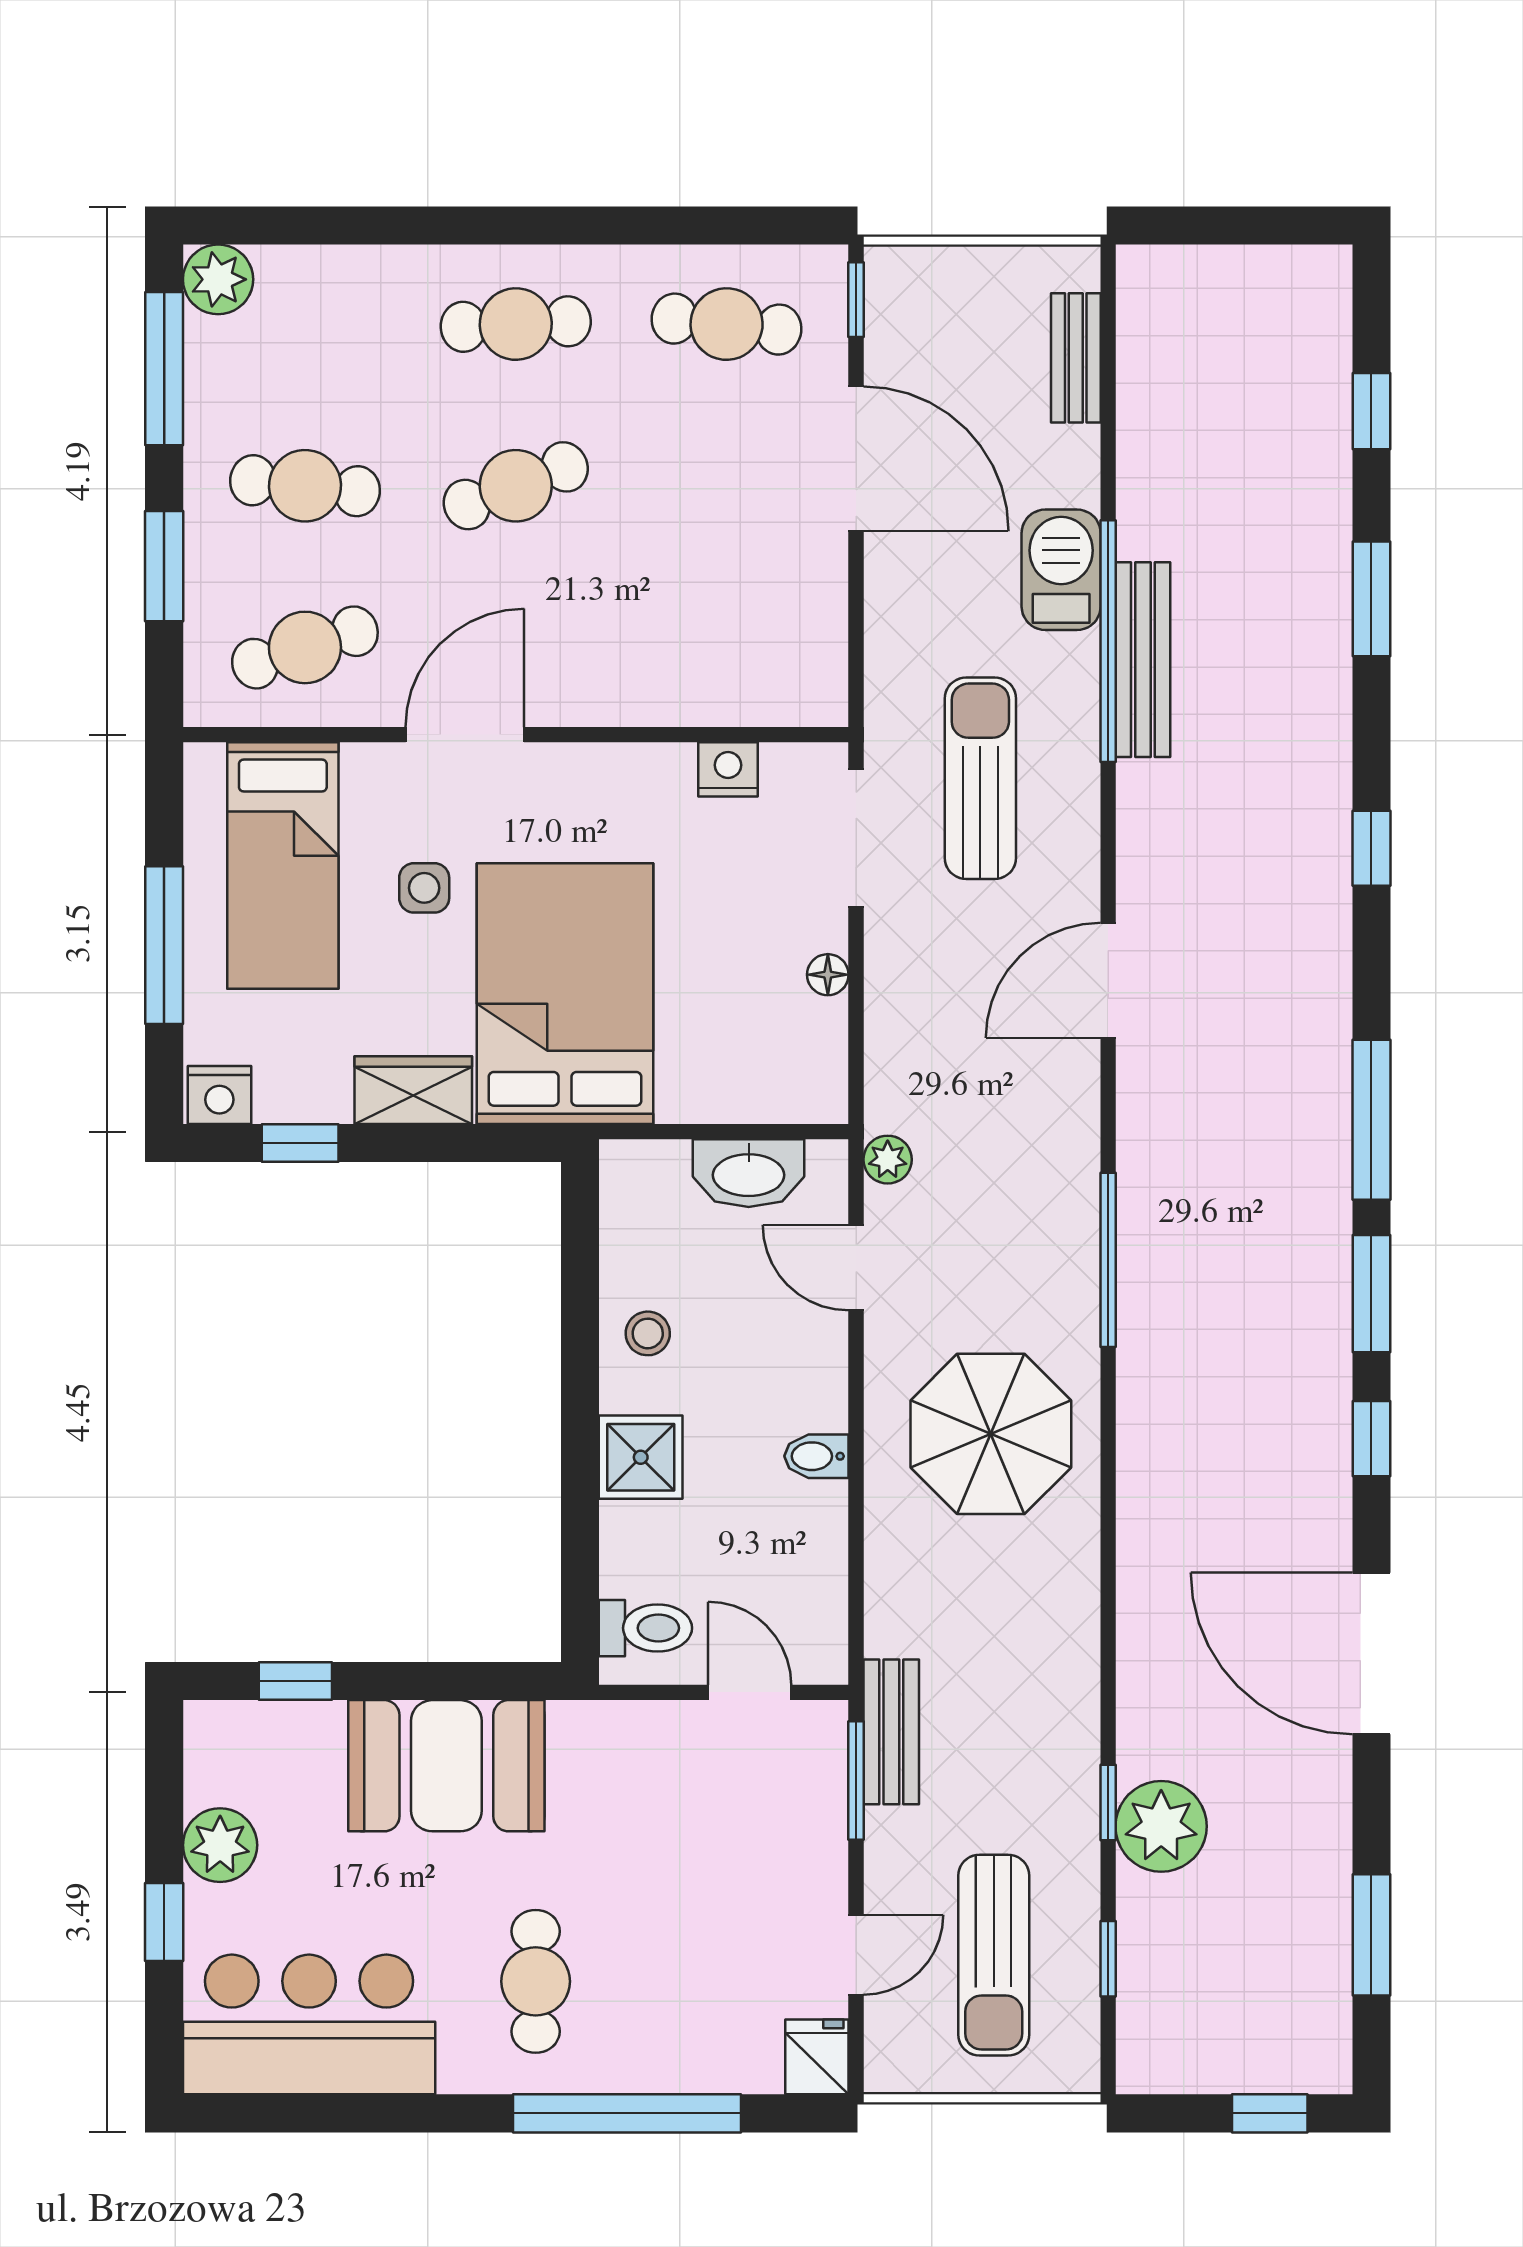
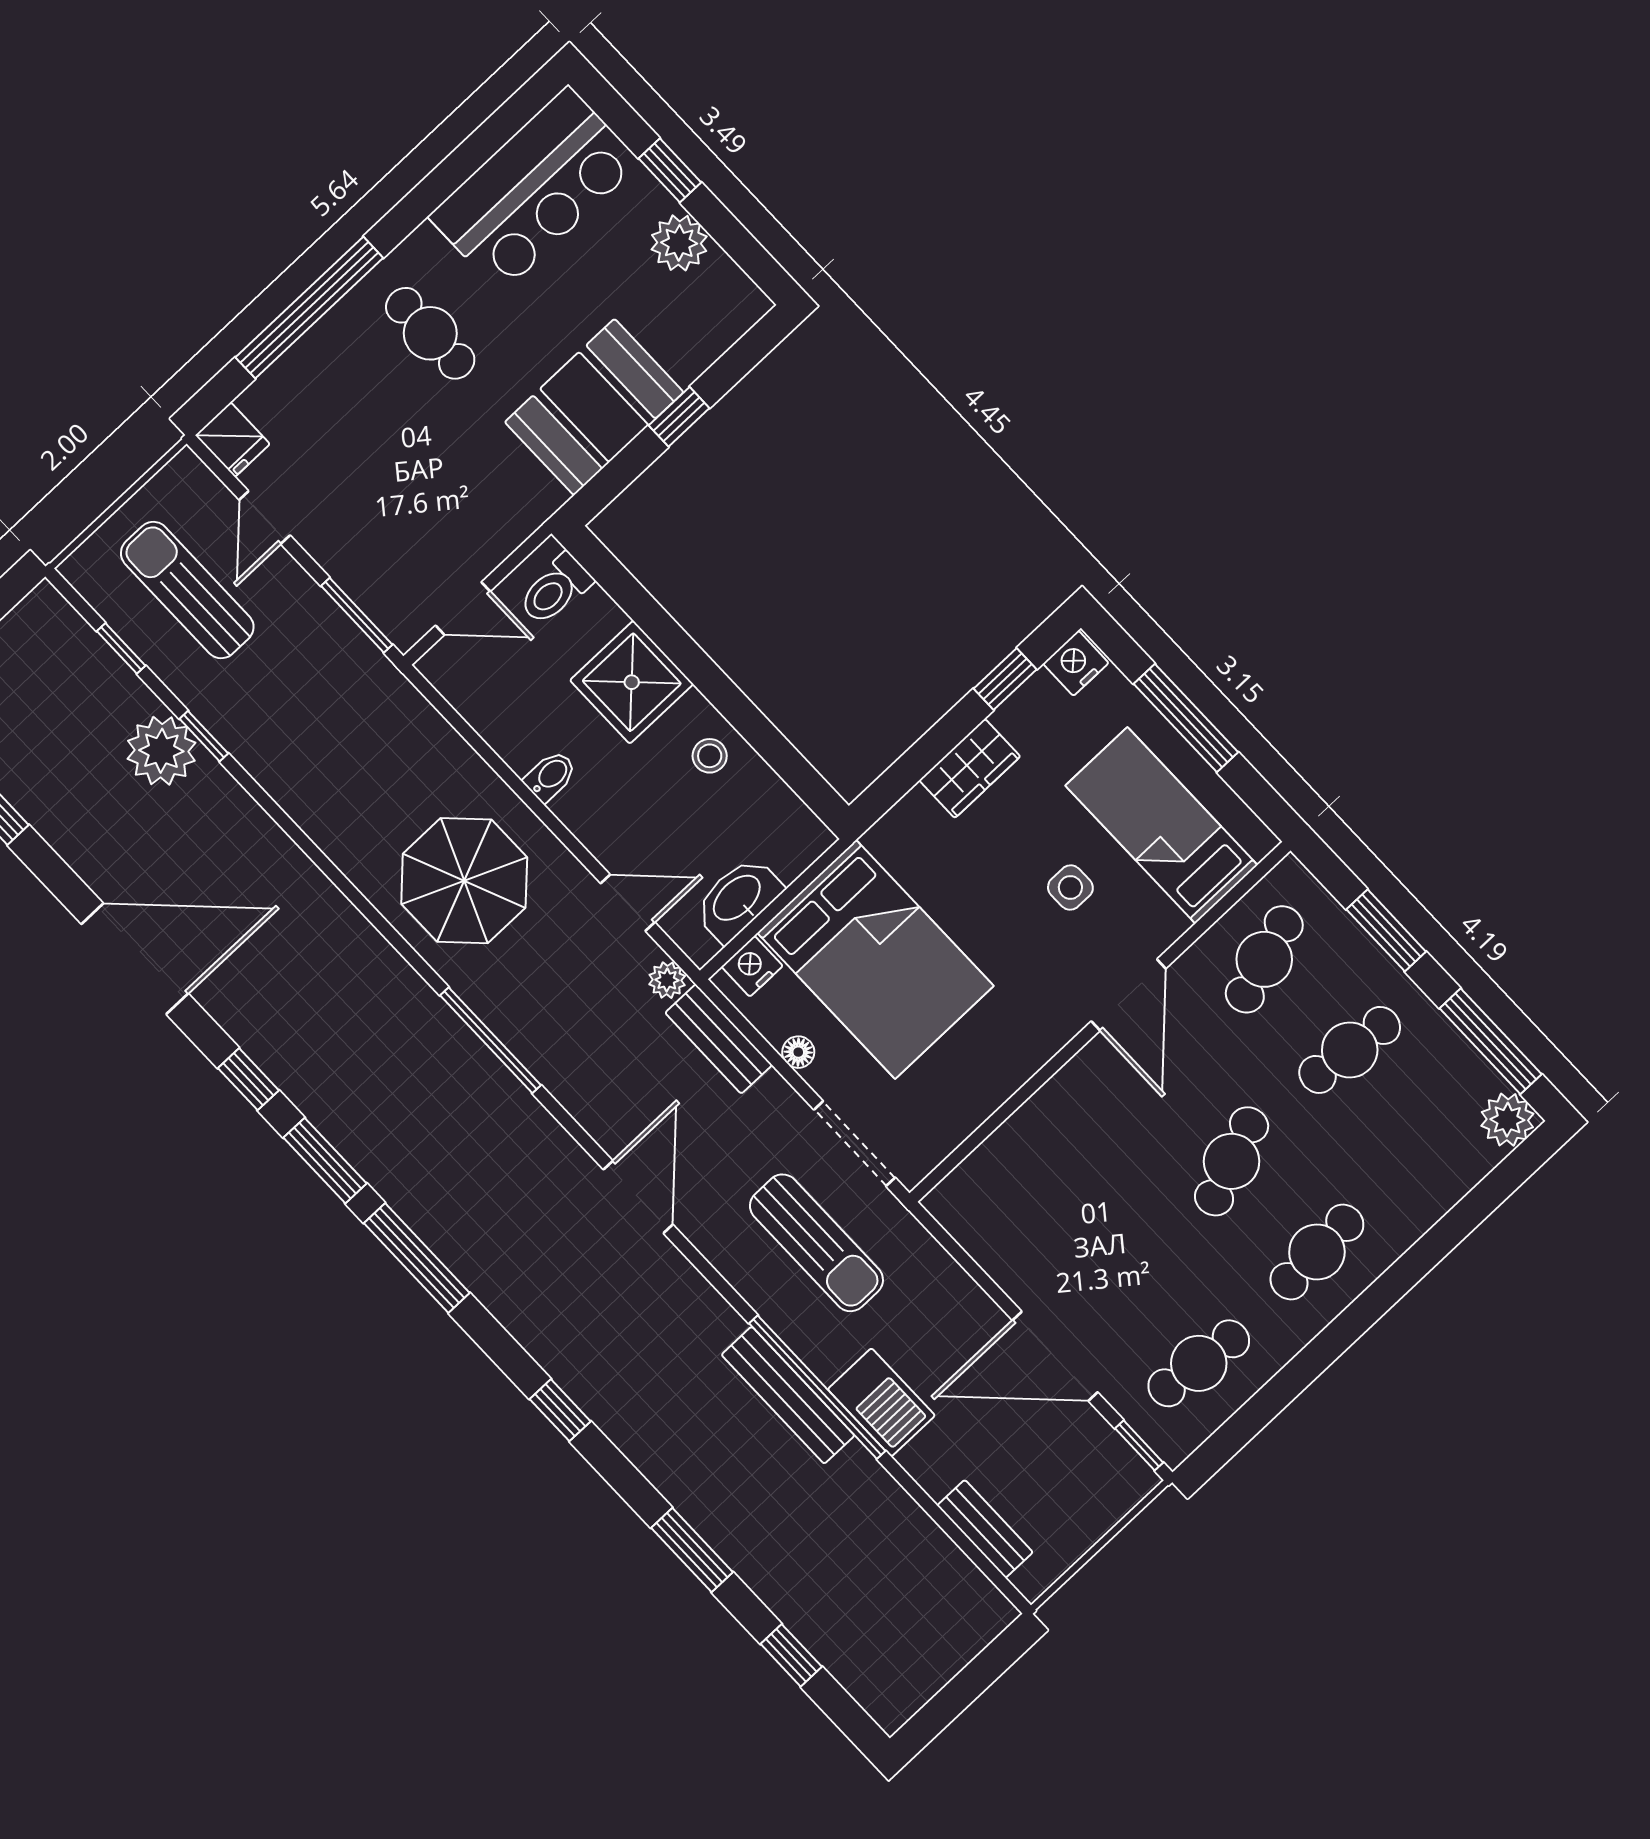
nightstand: (728, 769) -> (752, 966), moved, turned 180
bed: (565, 994) -> (875, 959), moved
shower: (641, 1457) -> (632, 682), width x1.36, depth x1.36
window: (295, 1681) -> (679, 417), moved
bench: (891, 1732) -> (719, 1039), moved

